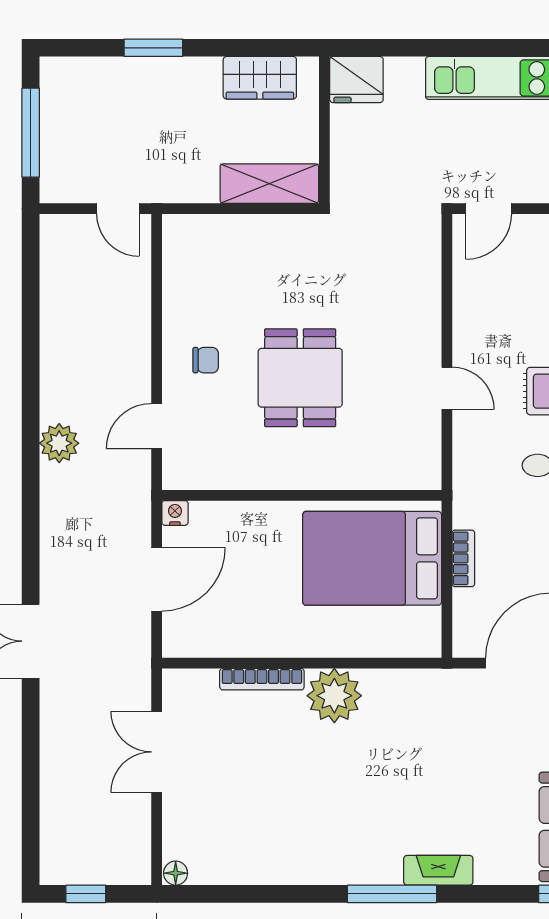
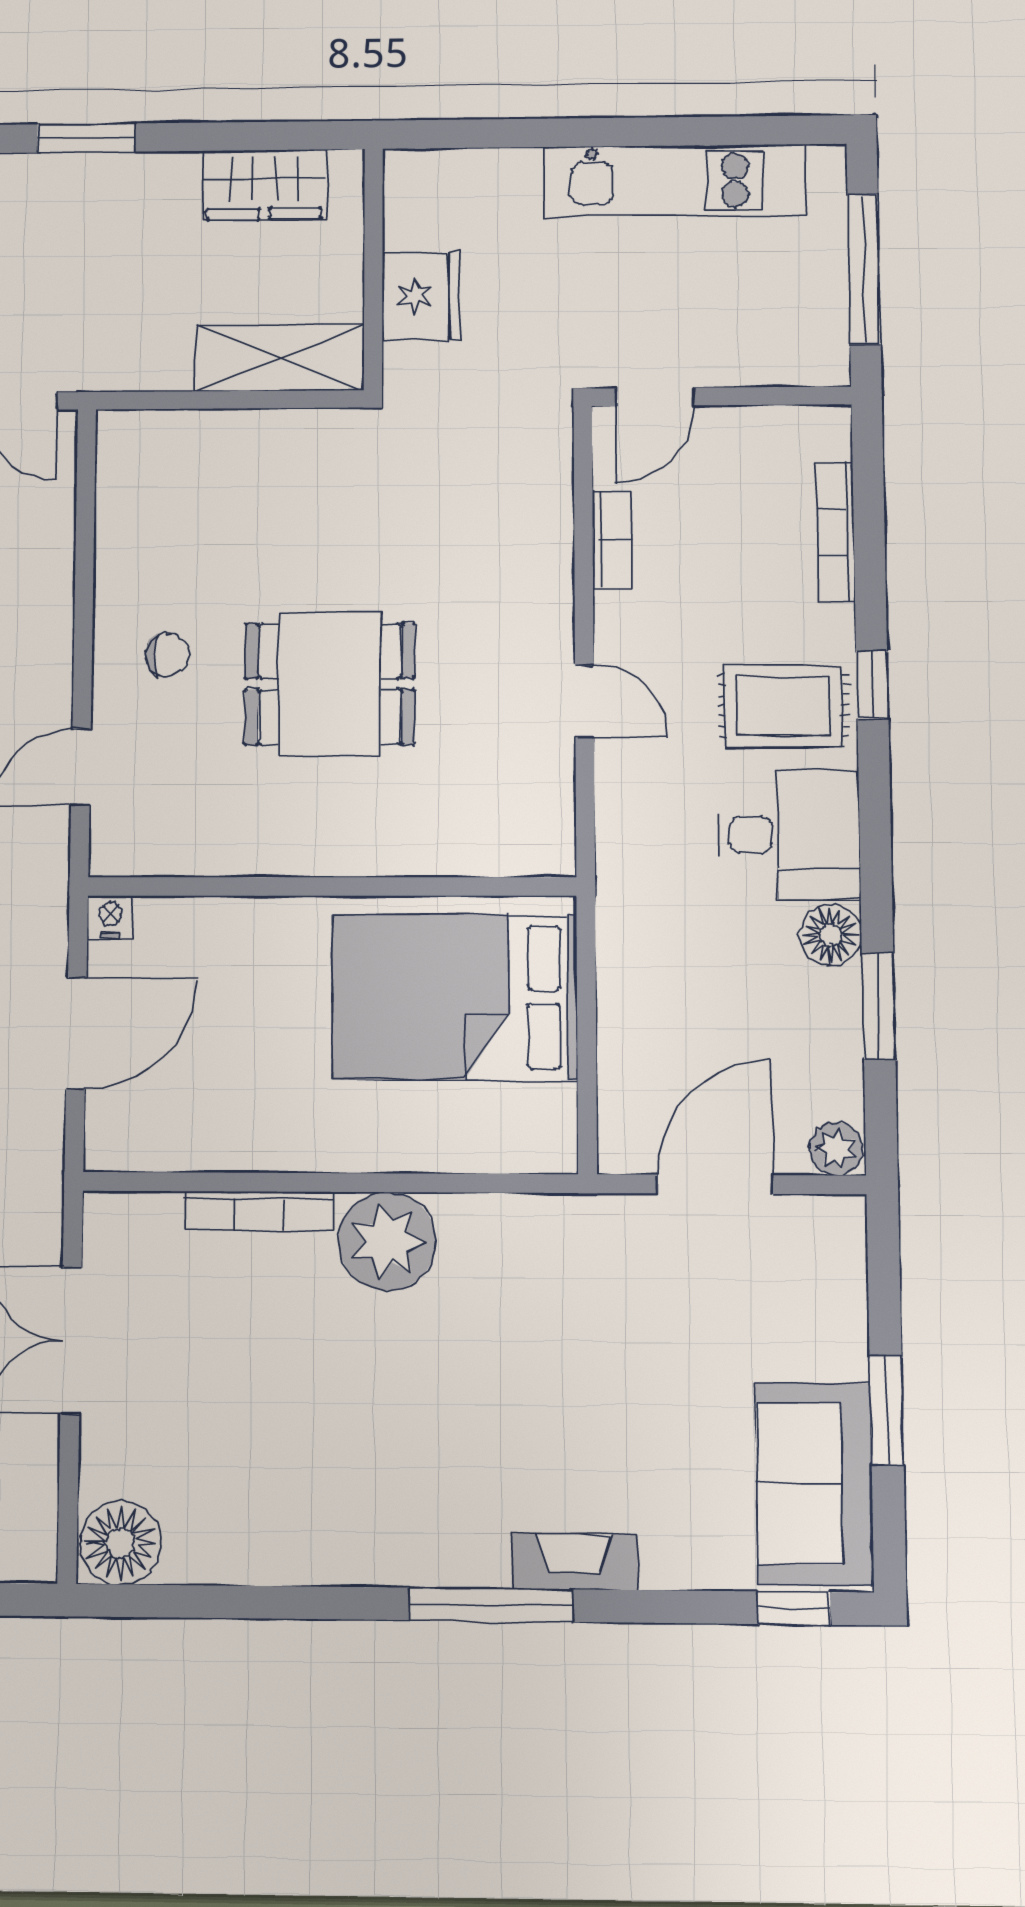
fridge: (356, 80) -> (421, 296), moved, turned -90
dining table: (300, 378) -> (330, 684), turned 90
bookcase: (463, 558) -> (612, 540), moved
floor lamp: (176, 873) -> (120, 1543), width x1.89, depth x1.89

